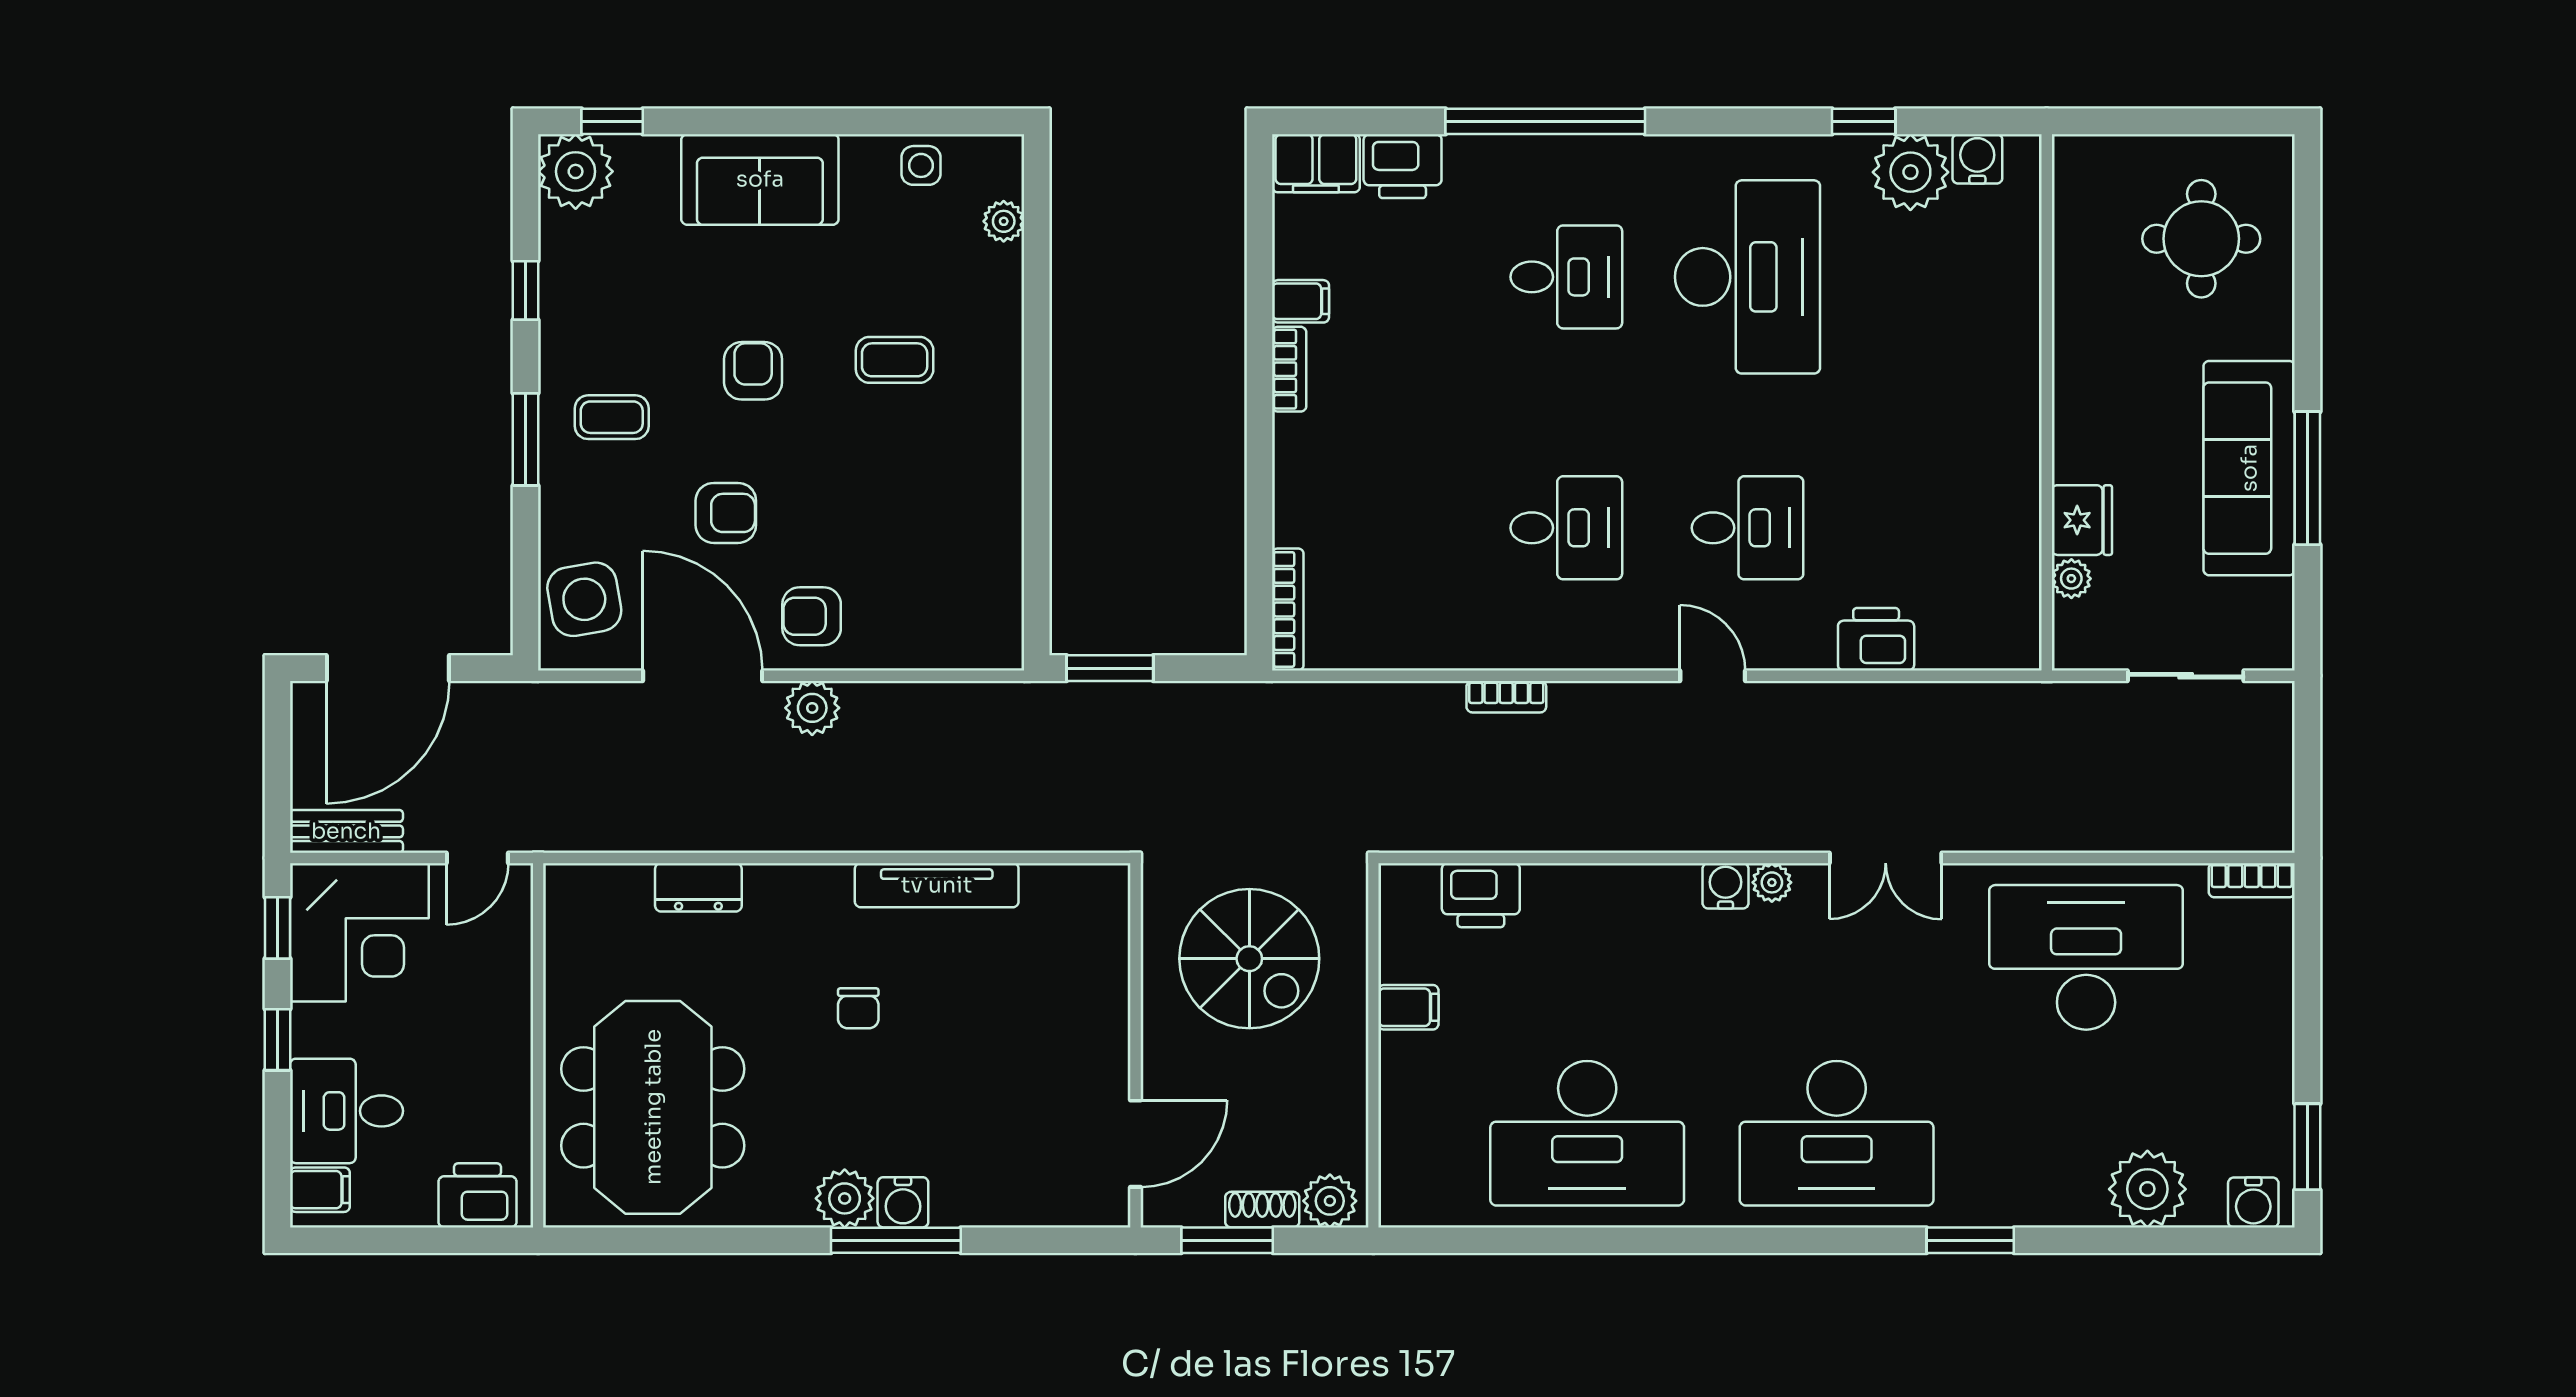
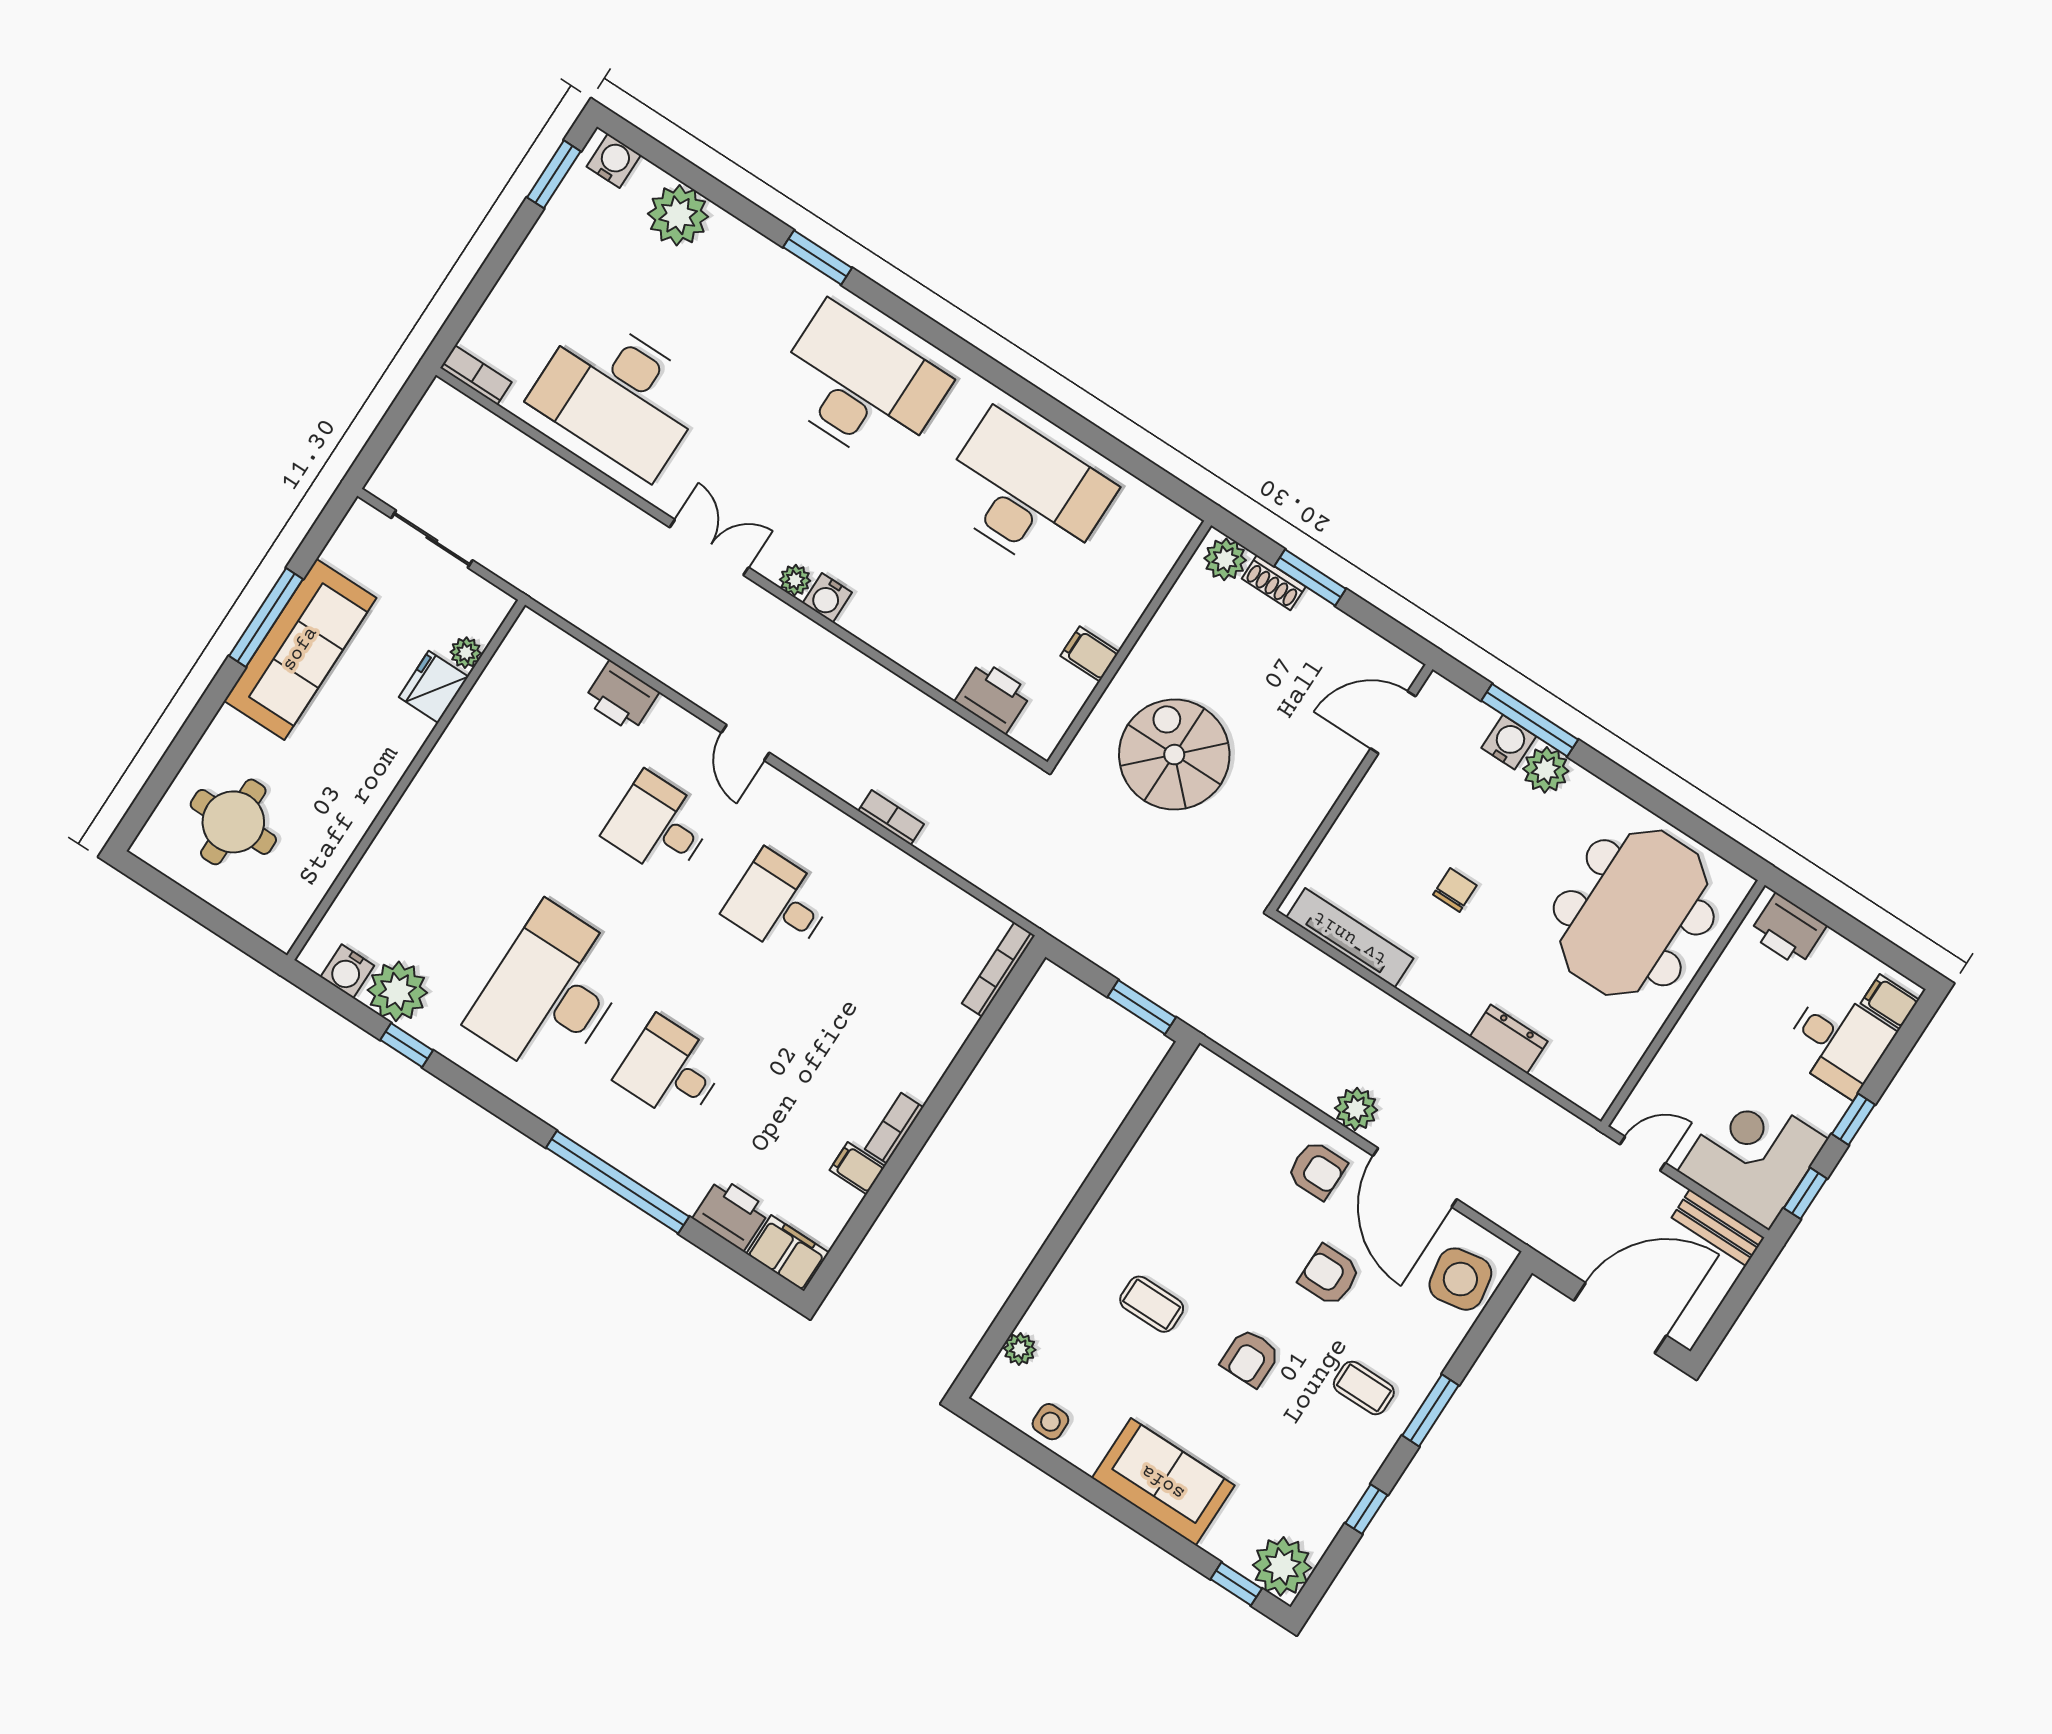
wall: (1135, 1045) -> (1351, 788), moved
door: (1135, 1144) -> (1393, 722), moved

